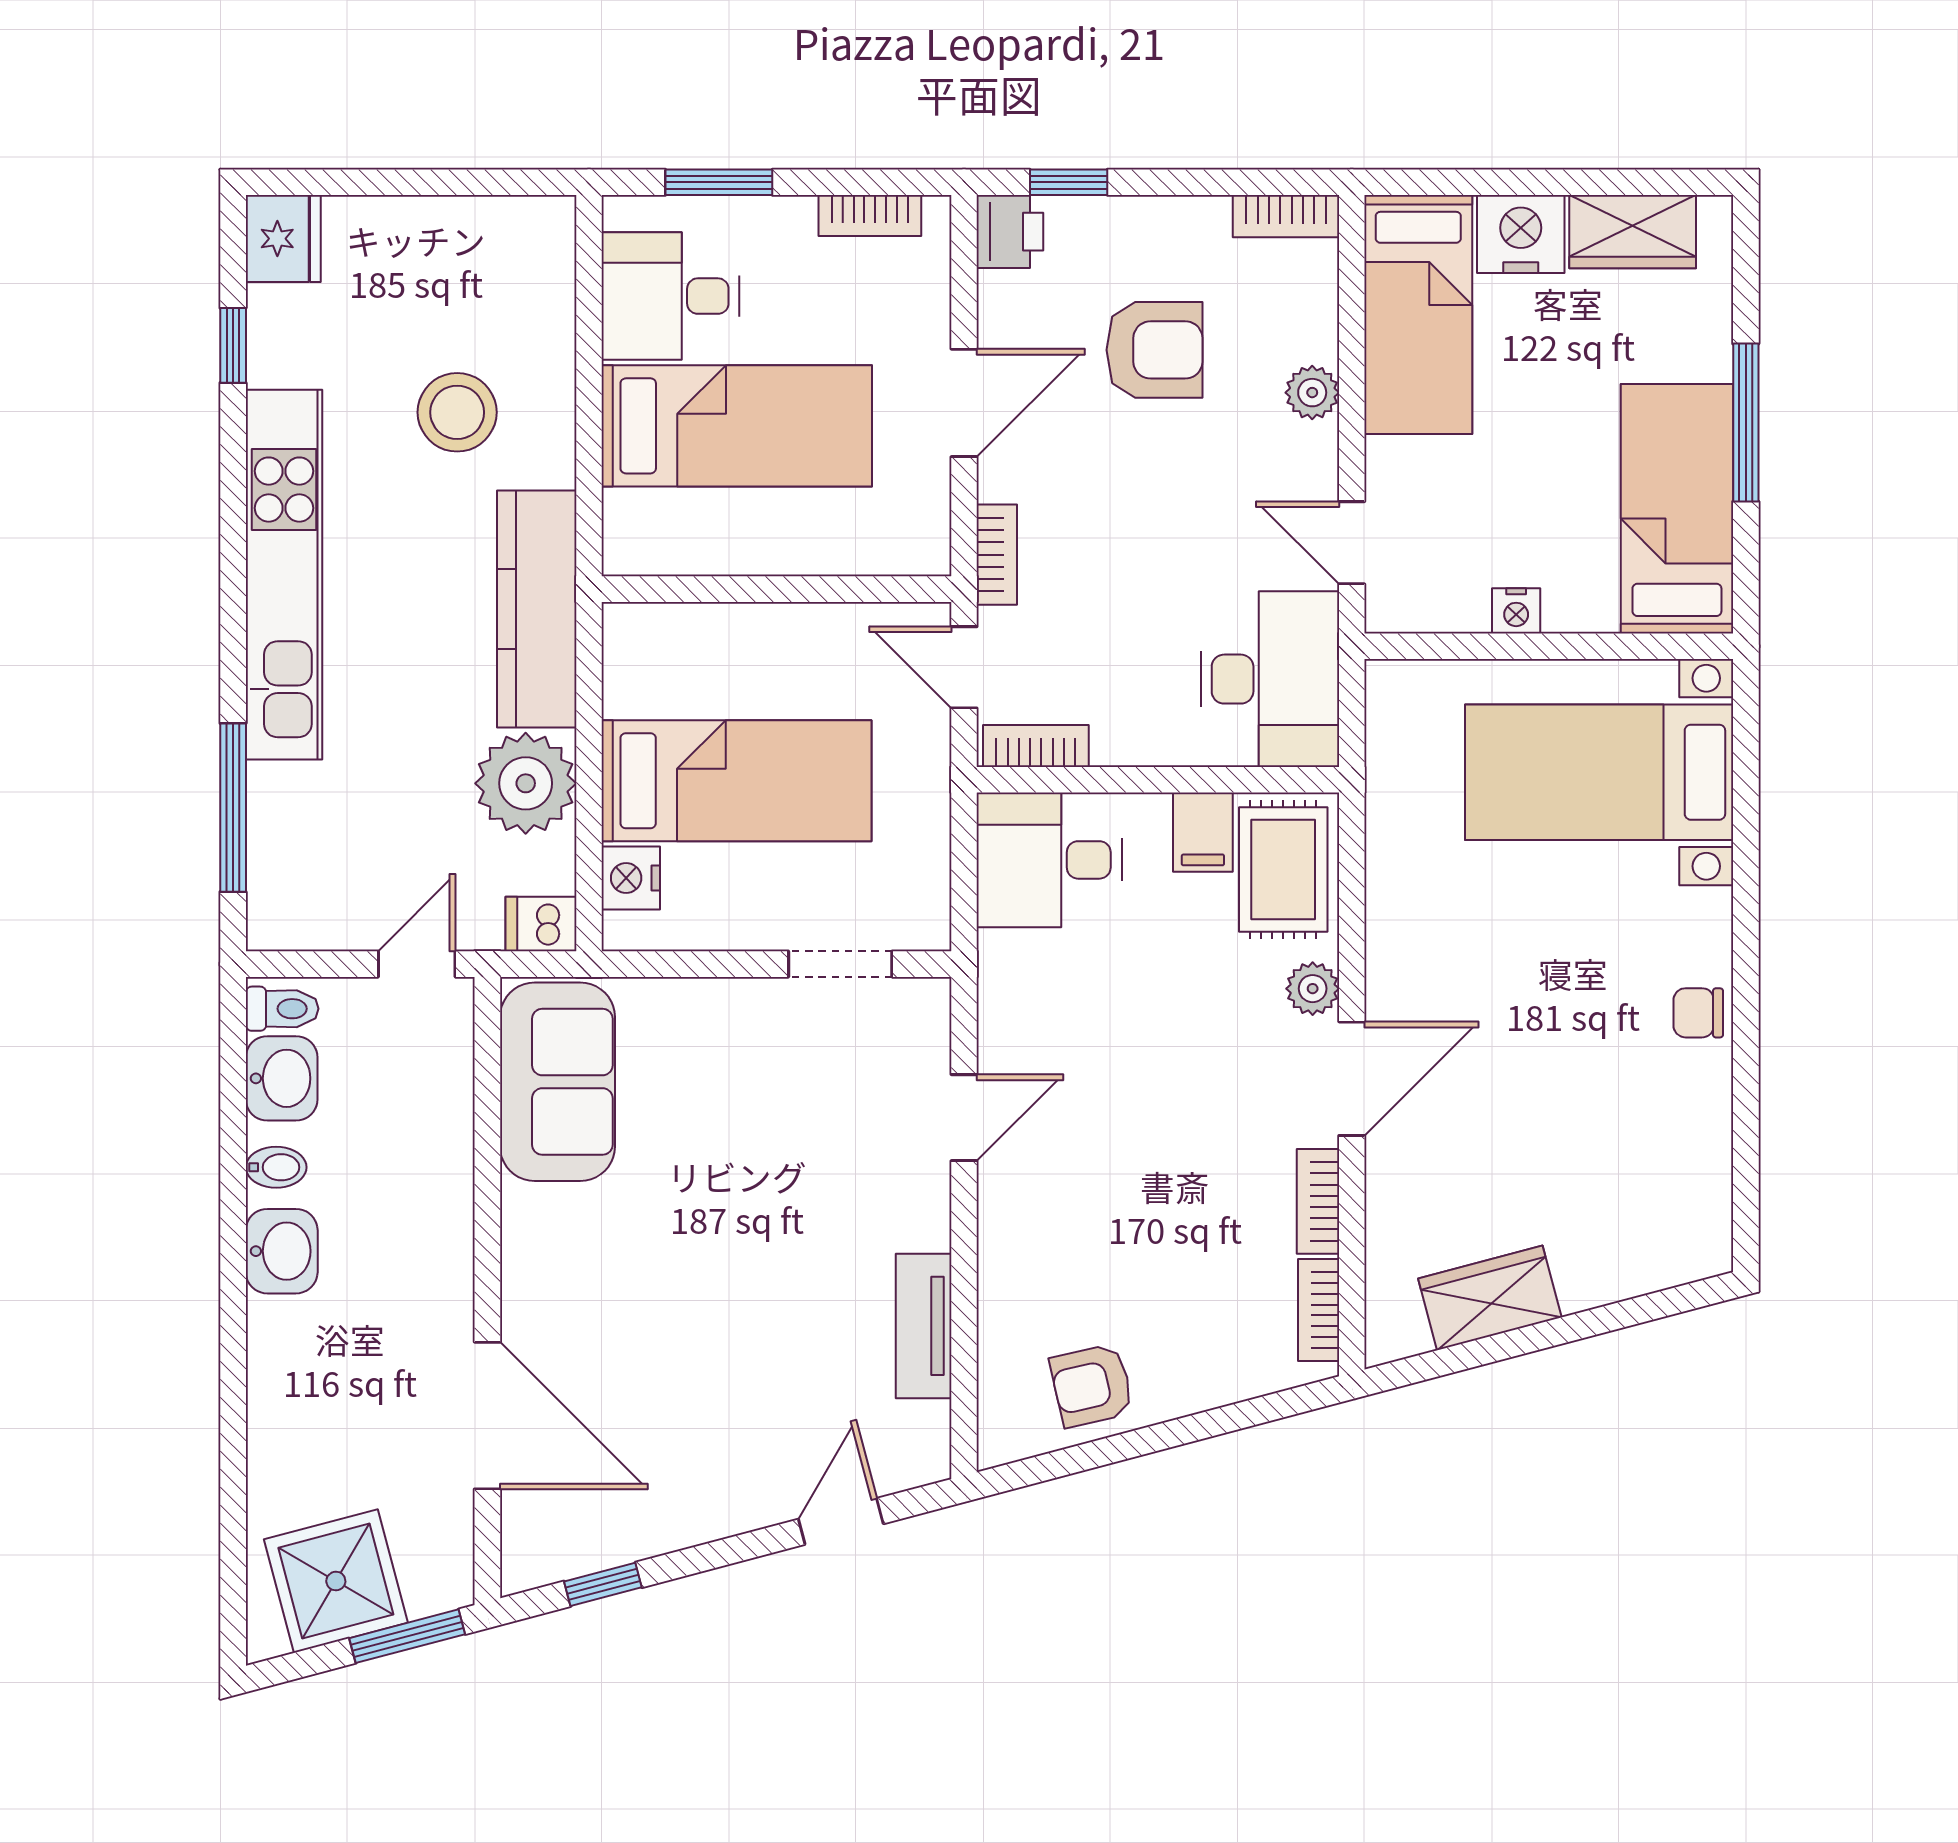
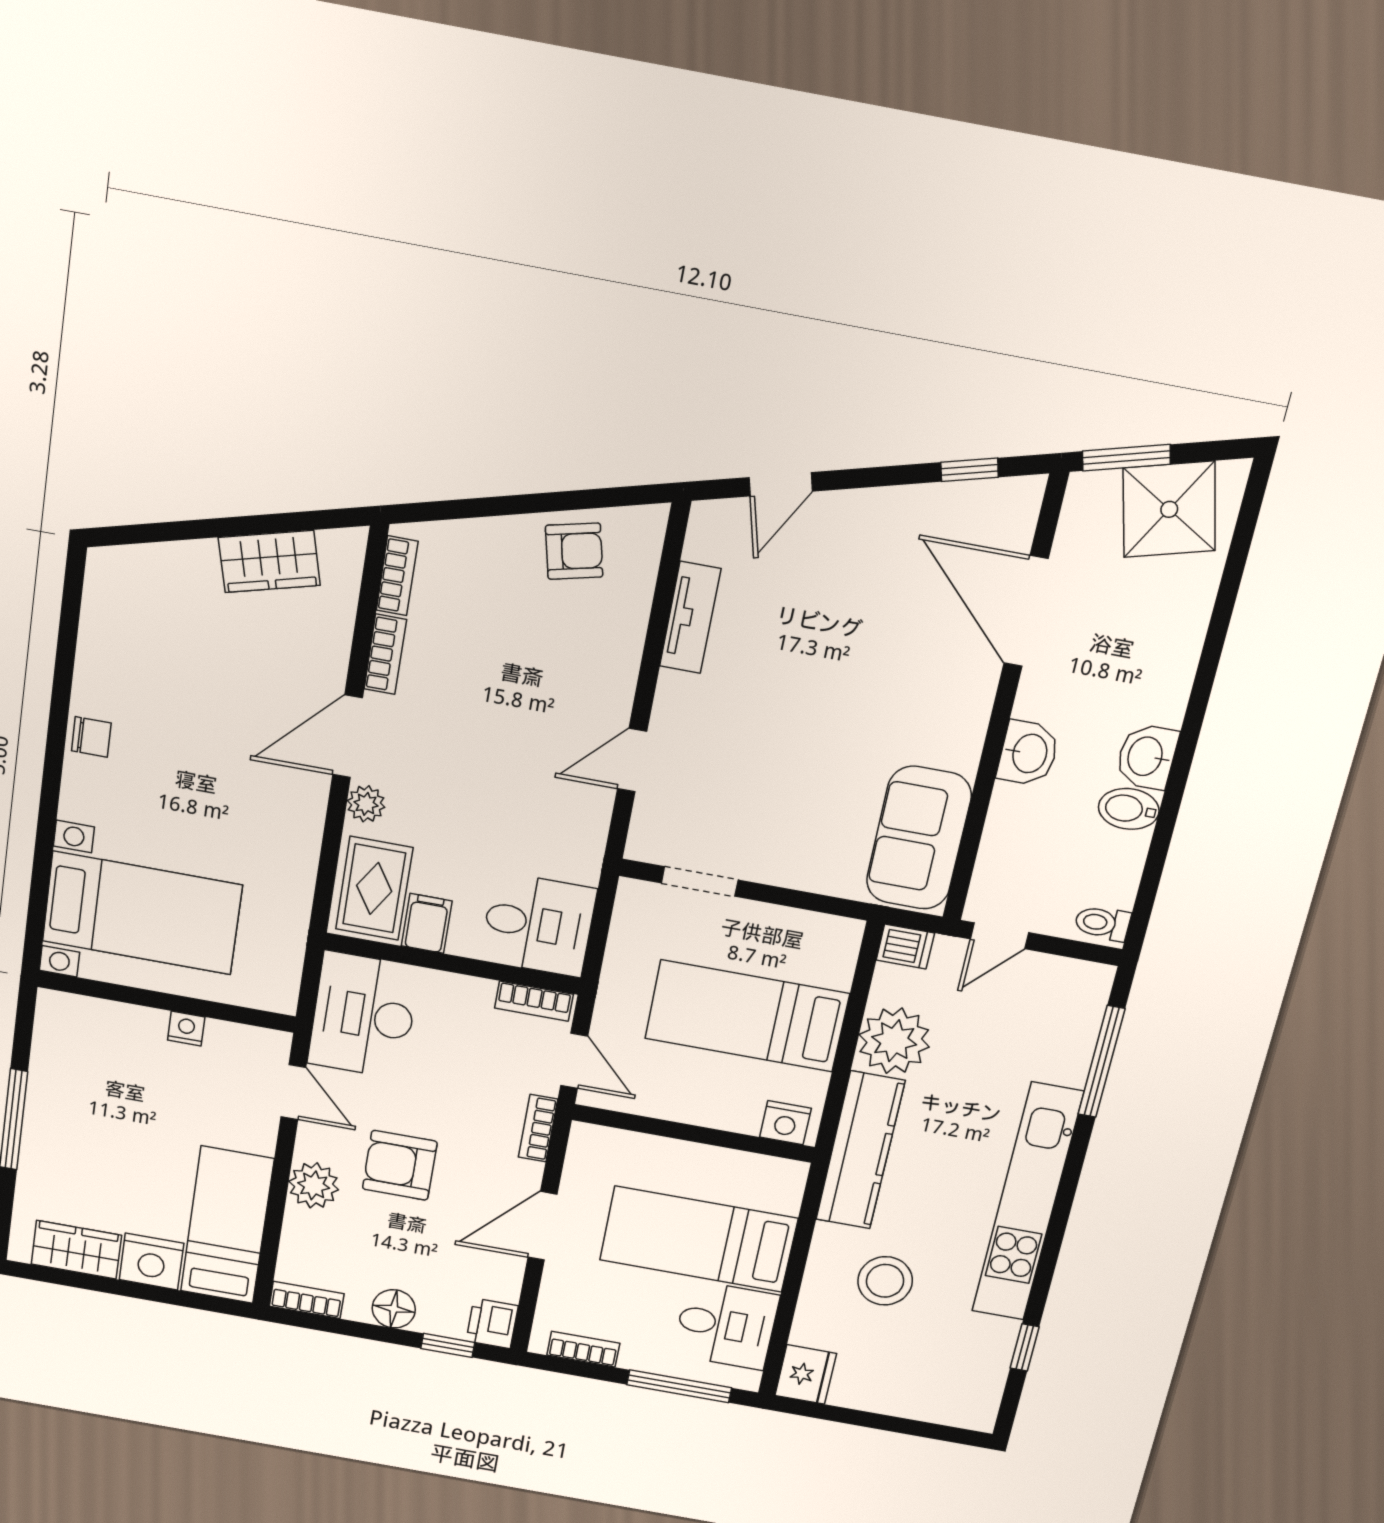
window: (719, 182) -> (679, 1386), width x1.44
floor lamp: (1157, 227) -> (394, 1309), added
fridge: (283, 239) -> (806, 1374), moved, turned 180
armchair: (1154, 350) -> (400, 1165), moved
plant: (1312, 393) -> (314, 1185), width x1.38, depth x1.38
bed: (1677, 509) -> (67, 1074), removed
nightstand: (631, 878) -> (785, 1123), moved, turned 90
washbasin: (282, 1078) -> (1028, 753), moved, turned 180
bidet: (276, 1167) -> (1129, 809), width x1.38, depth x1.36

